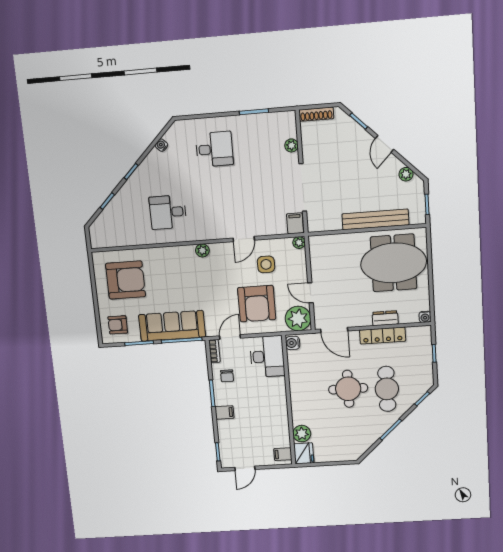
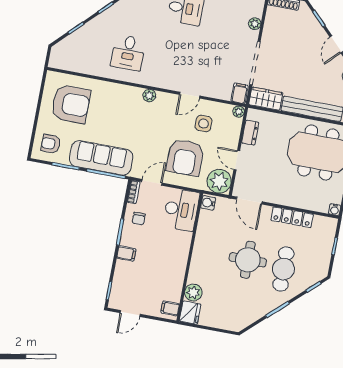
desk: (168, 212) -> (128, 53), turned -90
wardrobe: (324, 222) -> (266, 99), added
dresser: (385, 318) -> (250, 133), moved, turned 90

